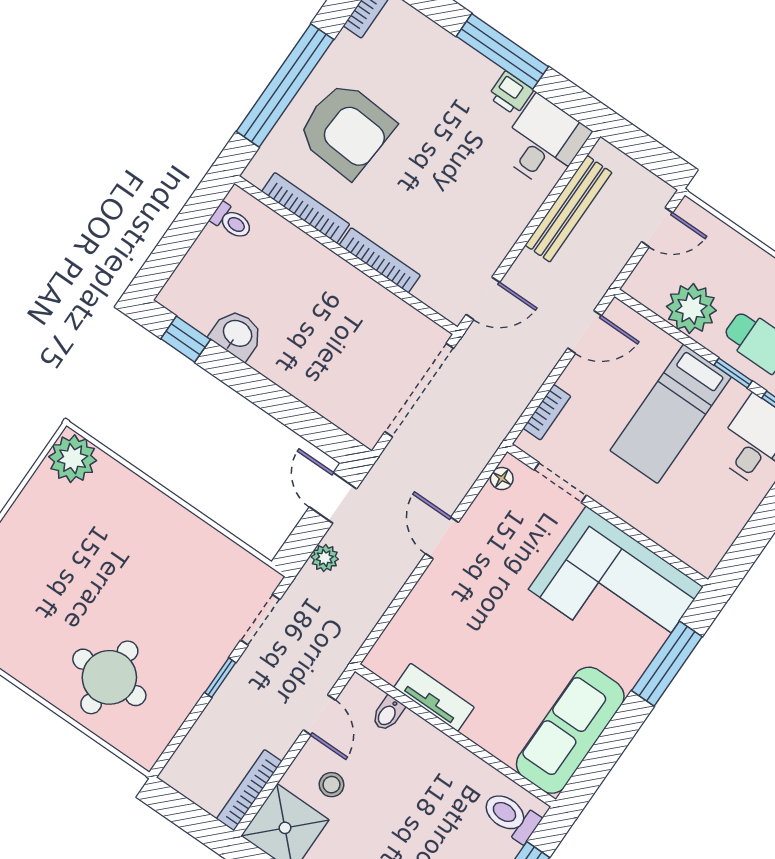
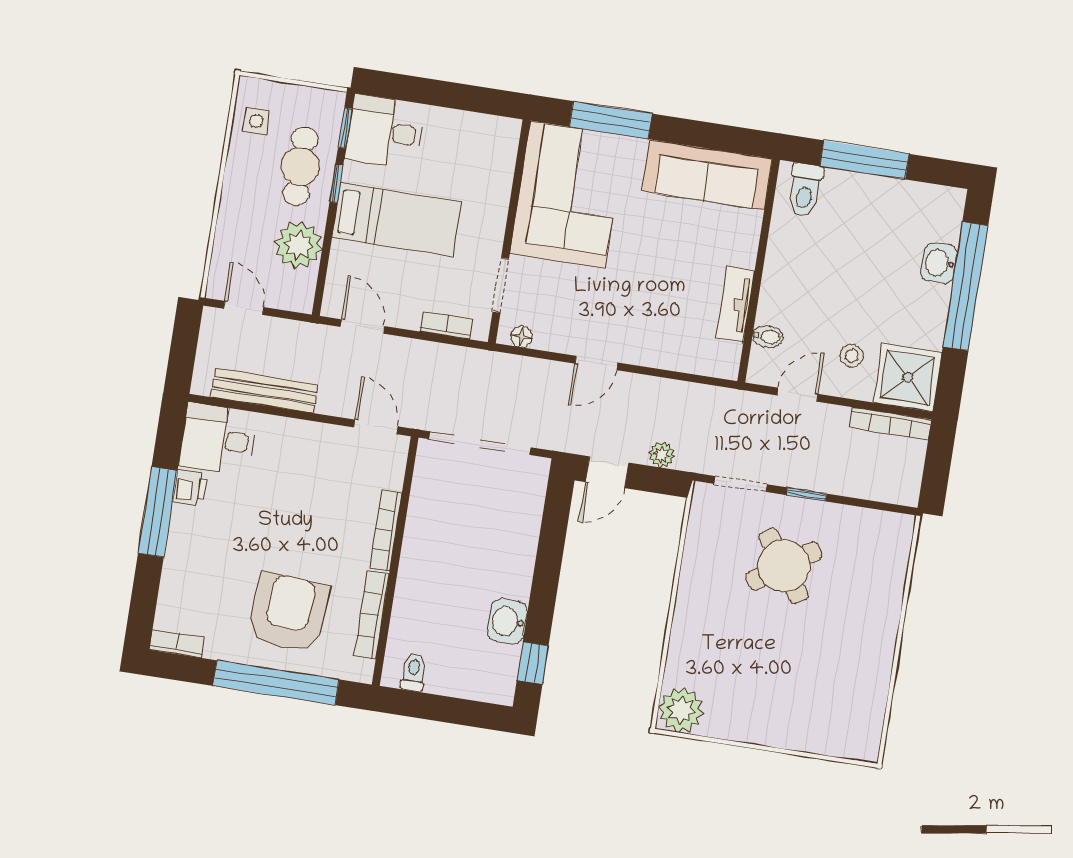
round table: (109, 677) -> (784, 566), moved, turned -35

